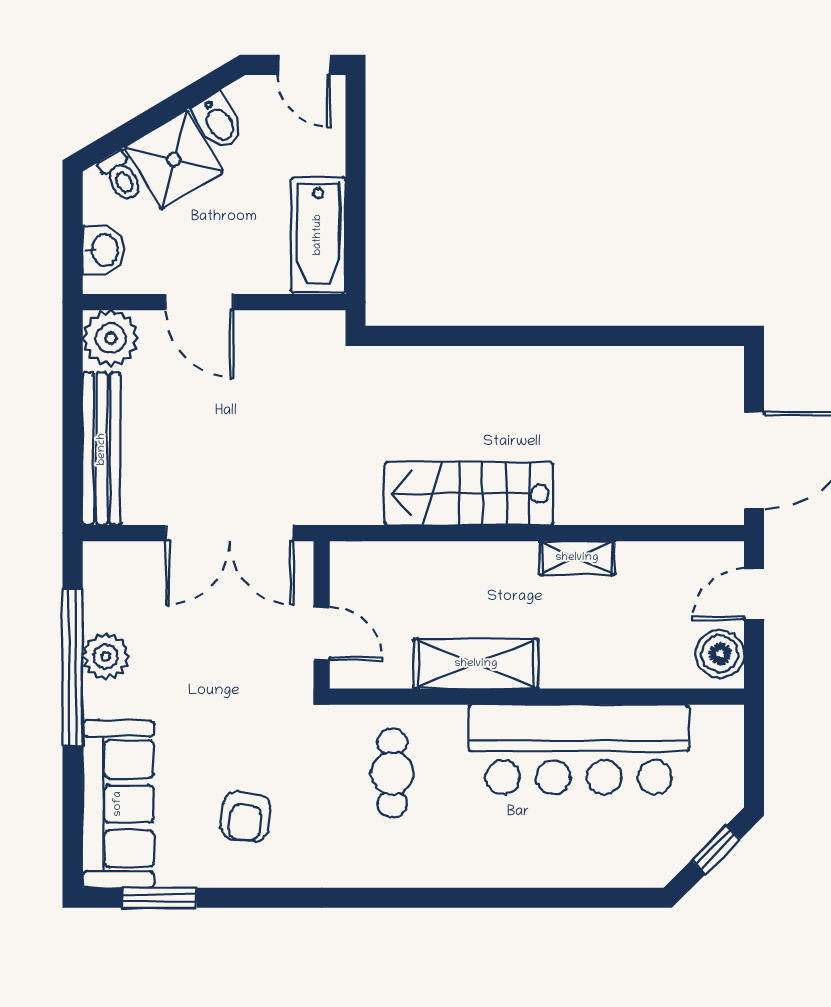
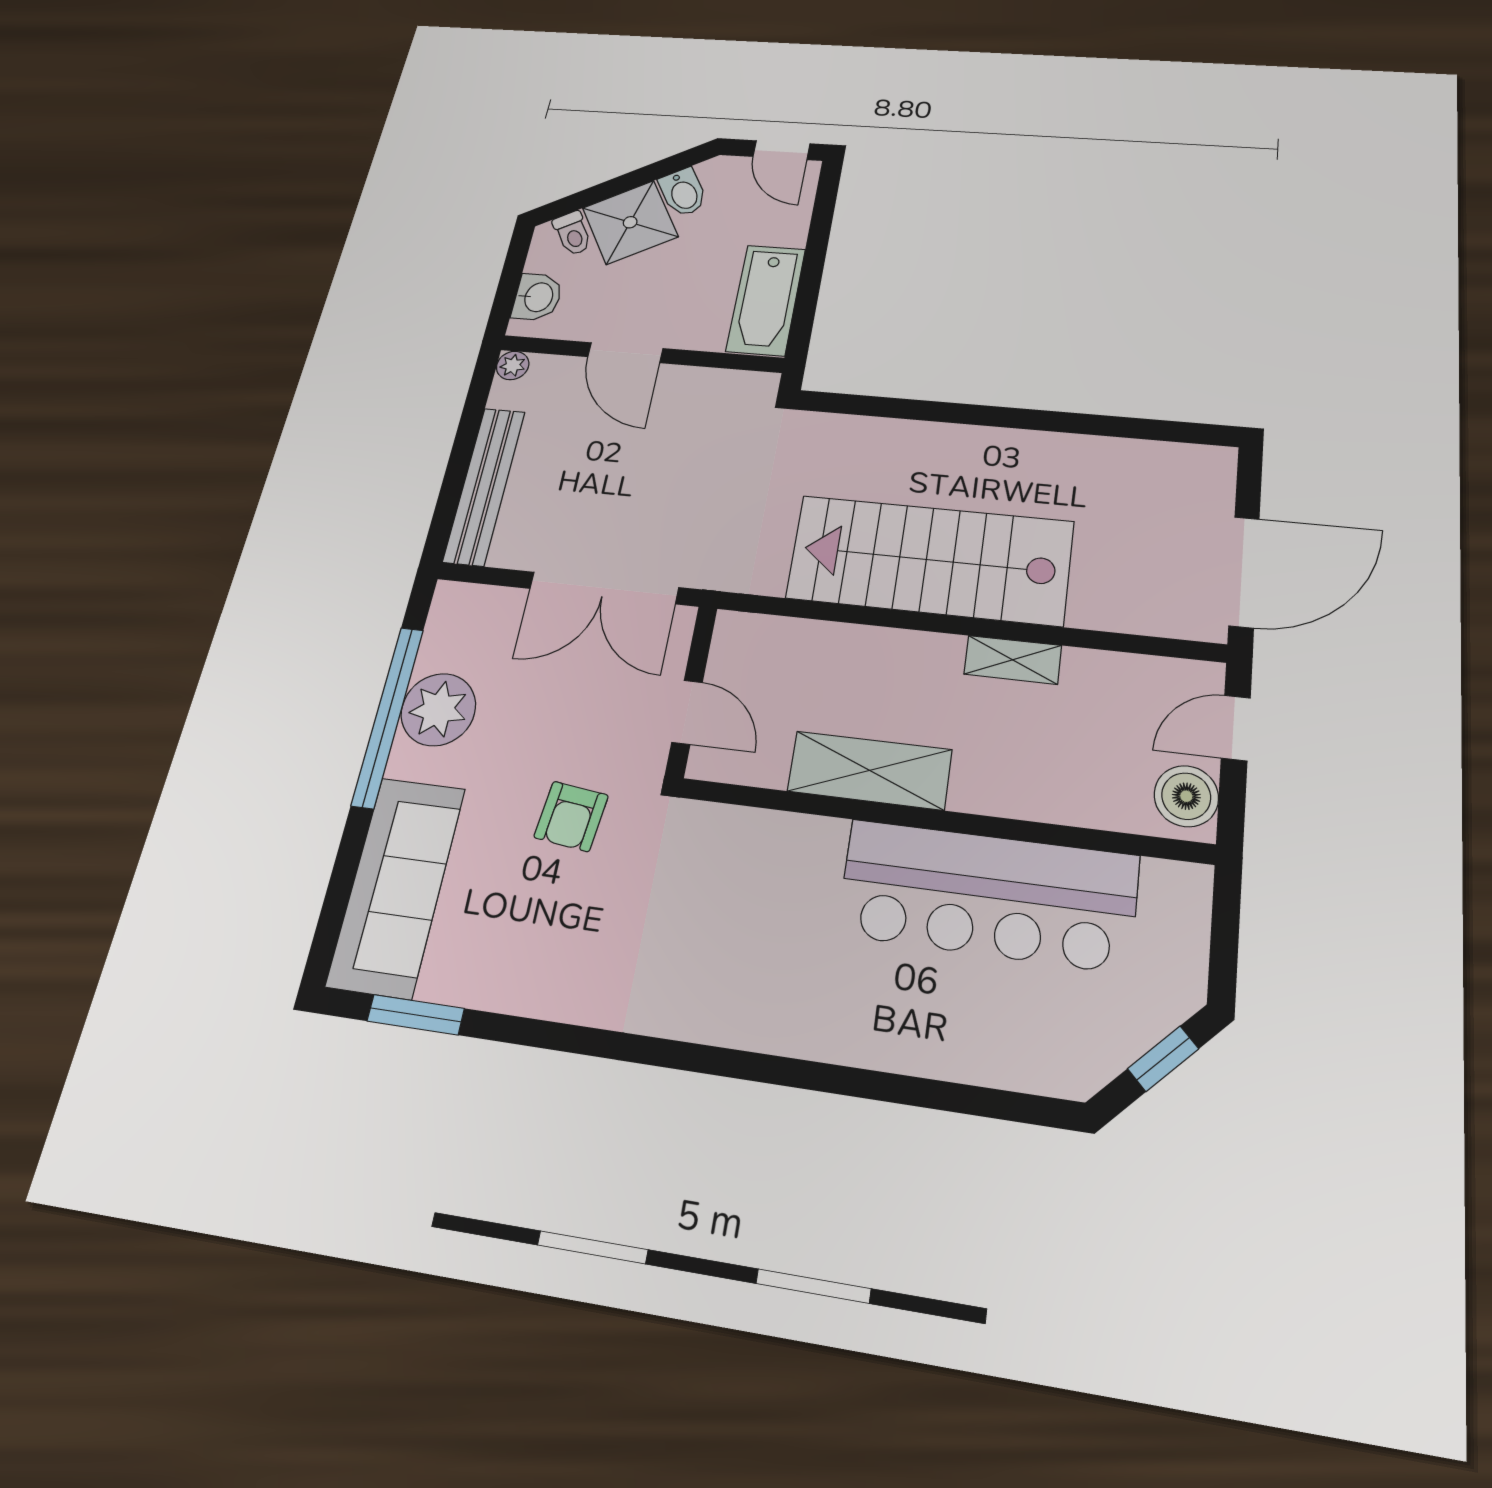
plant: (111, 338) -> (513, 366), width x0.53, depth x0.53
stairs: (469, 493) -> (930, 560), width x1.36, depth x1.51
plant: (106, 656) -> (438, 710), width x1.36, depth x1.36
cafe table: (392, 773) -> (742, 893), removed
armchair: (246, 817) -> (571, 816), moved

